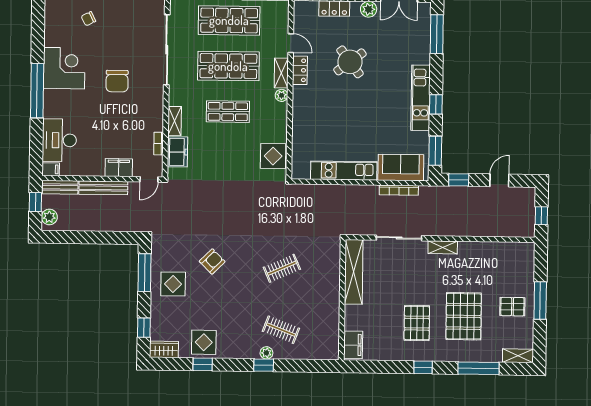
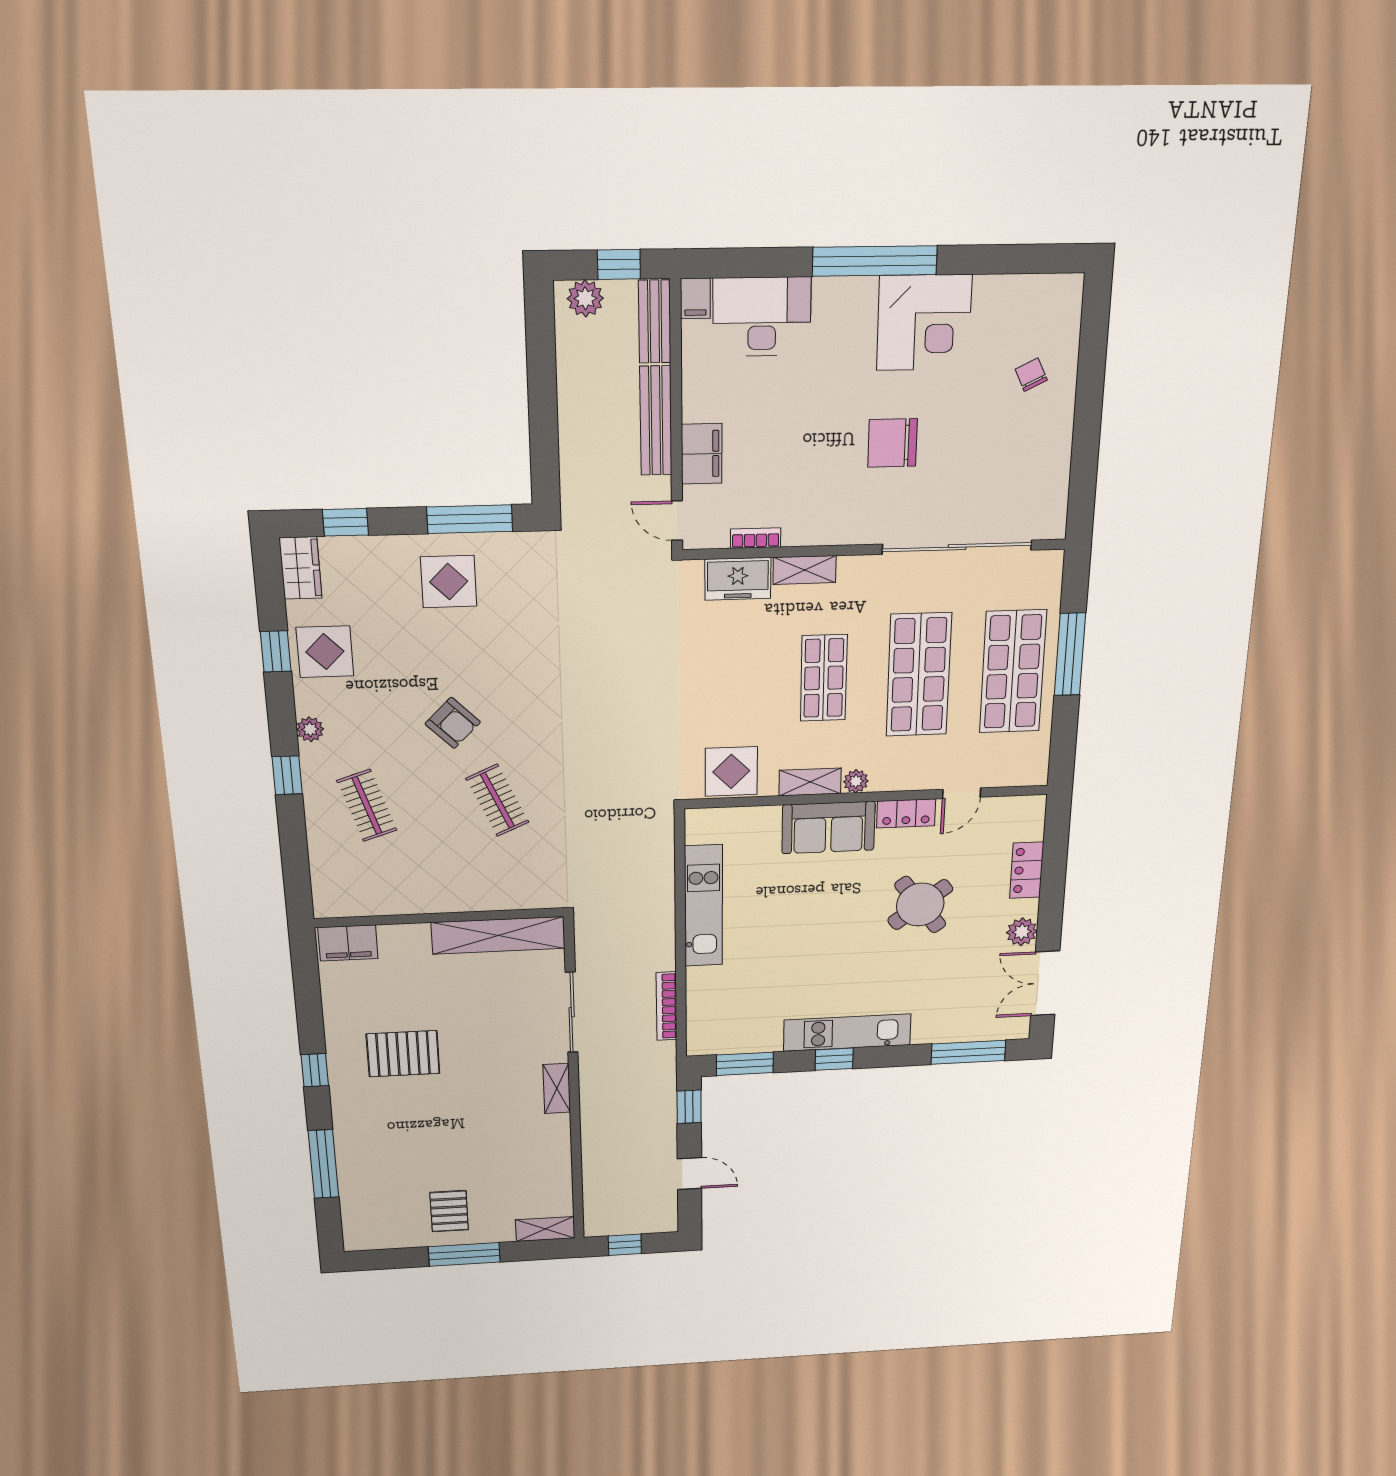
shelving: (281, 73) -> (810, 782), moved
sofa: (401, 168) -> (828, 827), moved, turned 90
armchair: (212, 261) -> (453, 723), moved
pallet: (464, 316) -> (424, 1133), removed
clothes rail: (281, 330) -> (367, 805), turned -39
plant: (266, 353) -> (310, 729), moved
shelving: (518, 356) -> (545, 1229), moved, turned 90

